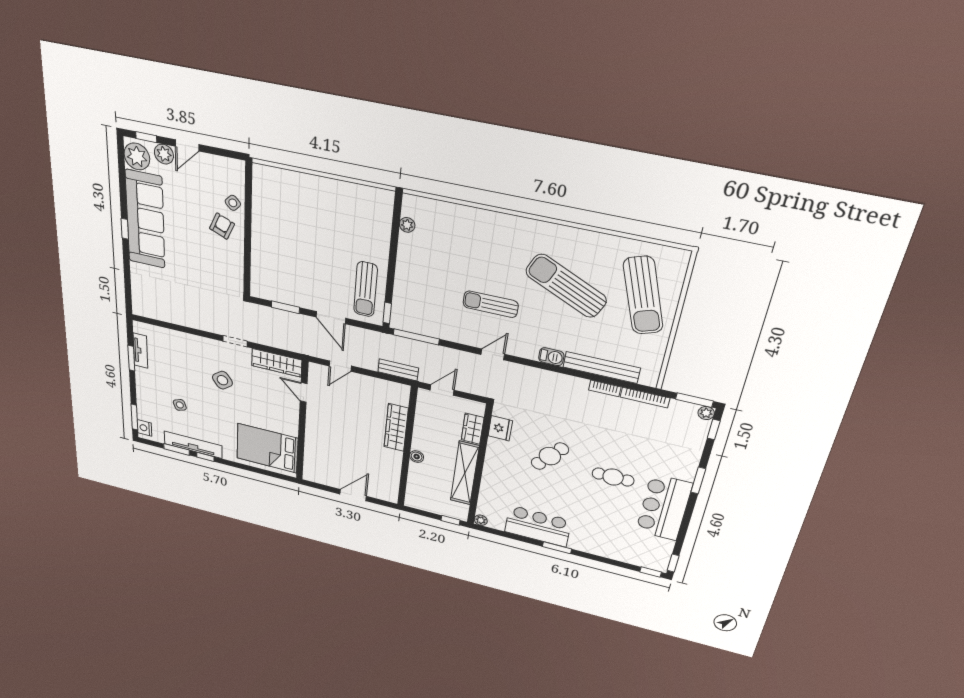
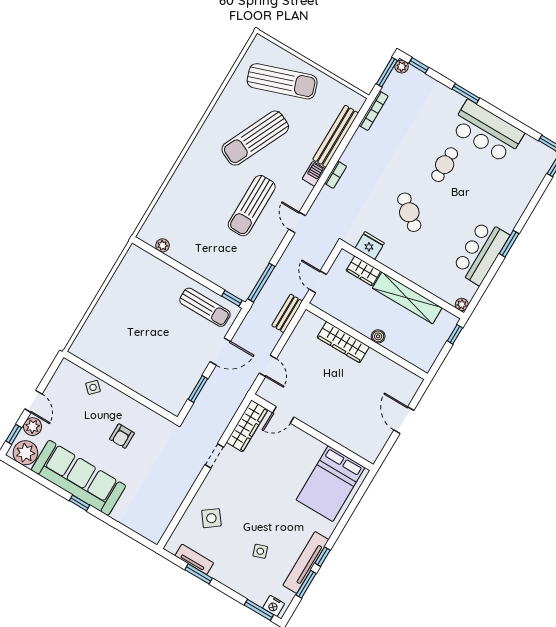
armchair: (222, 226) -> (122, 436), moved, turned -113
sun lounger: (491, 304) -> (252, 206), width x1.36, depth x1.34
side table: (222, 380) -> (211, 518), moved
bookcase: (605, 388) -> (335, 175), moved

